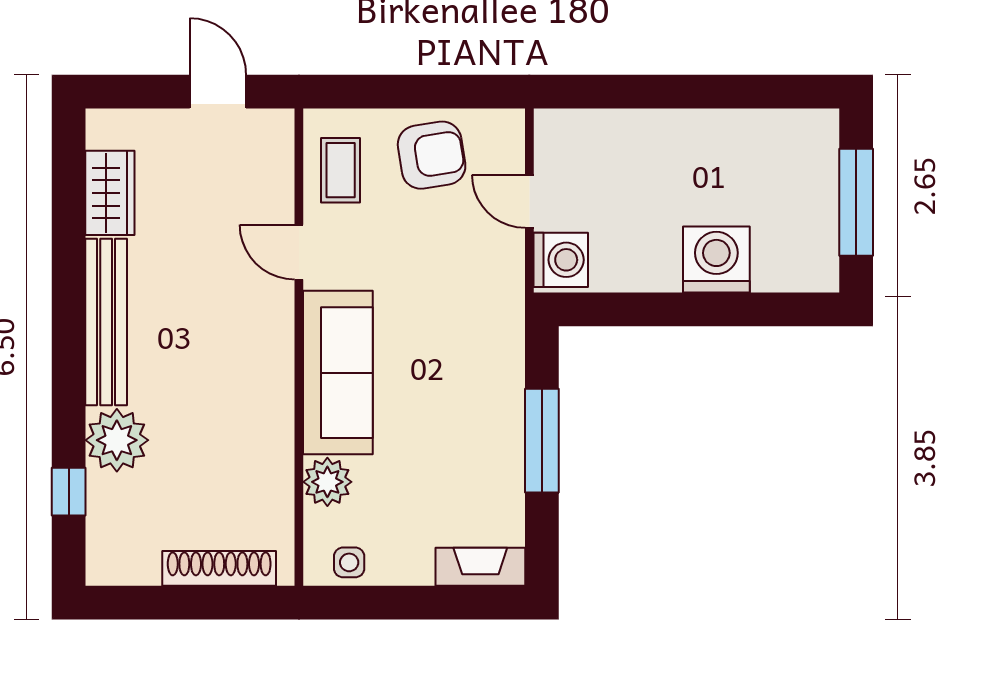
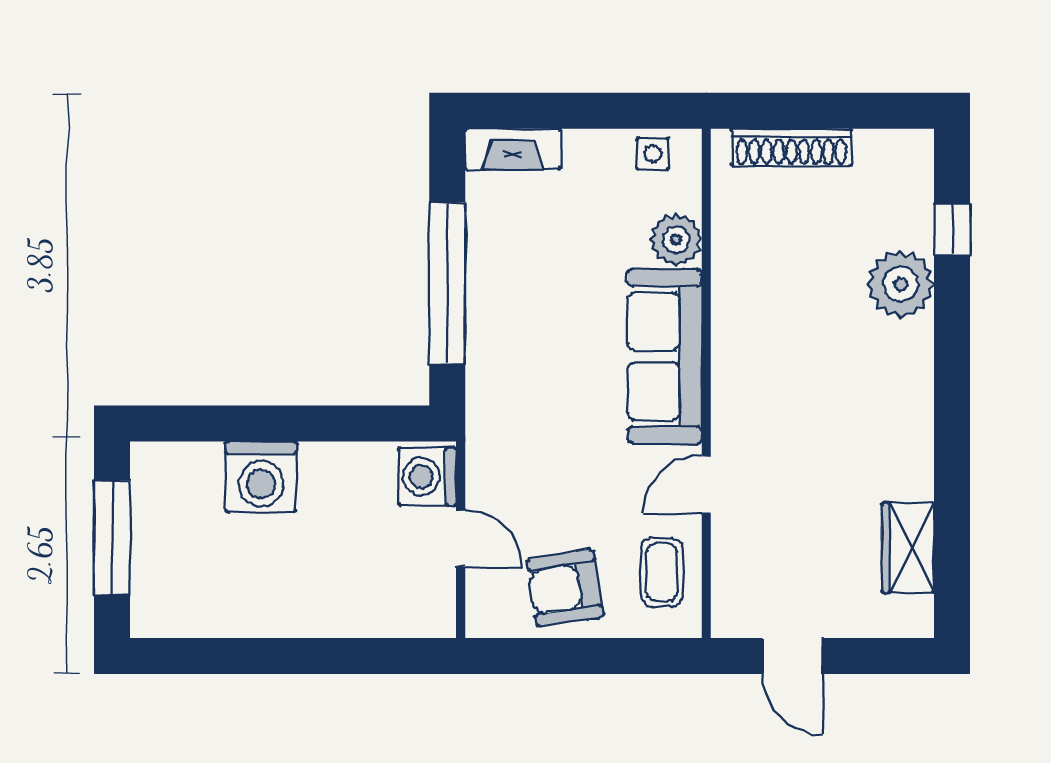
door: (299, 252) -> (706, 485), swing flipped
bench: (106, 322) -> (912, 410), removed
window: (542, 441) -> (447, 284), width x1.46

